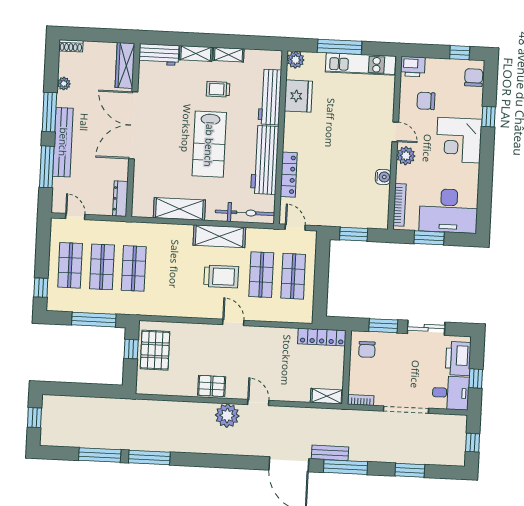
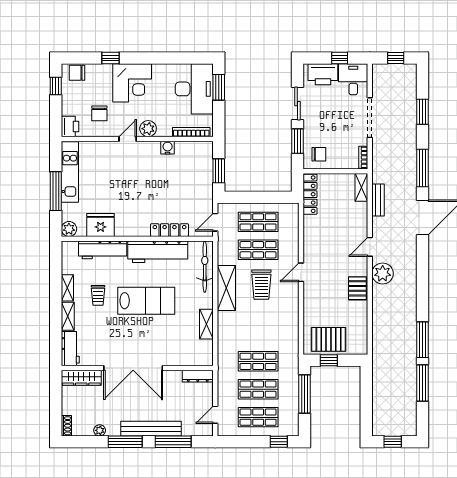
shelving: (179, 209) -> (206, 324), width x0.67, depth x0.75
window: (429, 238) -> (219, 87), moved
trolley: (221, 277) -> (261, 285), turned 180
bench: (330, 453) -> (378, 200), moved

